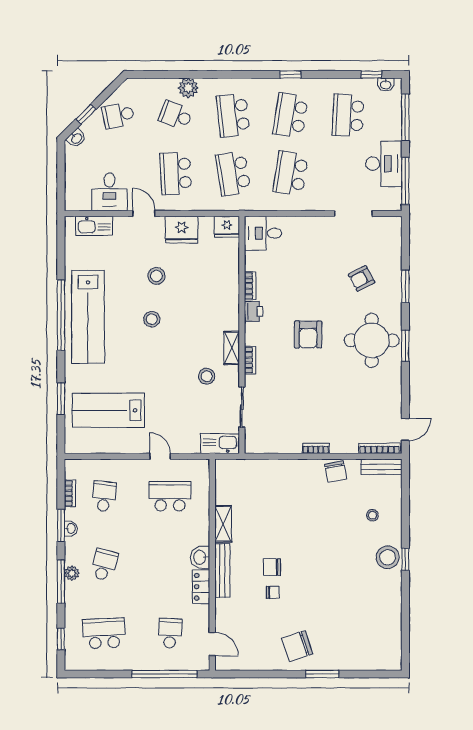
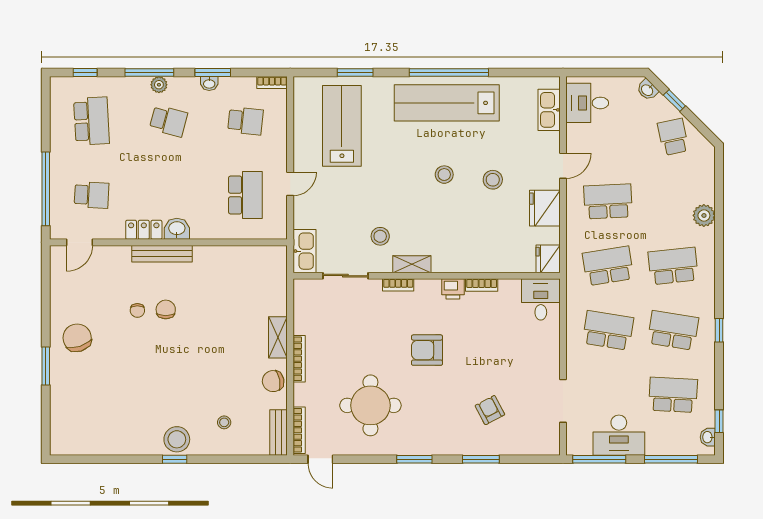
school desk: (176, 115) -> (673, 201), removed
desk: (109, 192) -> (587, 103), moved
round table: (372, 340) -> (370, 405), moved
bookcase: (316, 448) -> (299, 359), width x1.56
bookcase: (70, 493) -> (272, 83), moved
shelving: (223, 524) -> (278, 337), moved, turned 90

